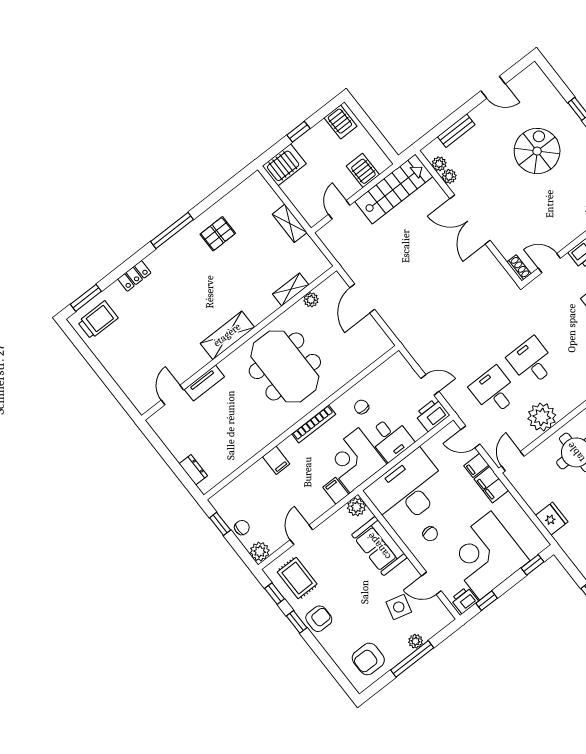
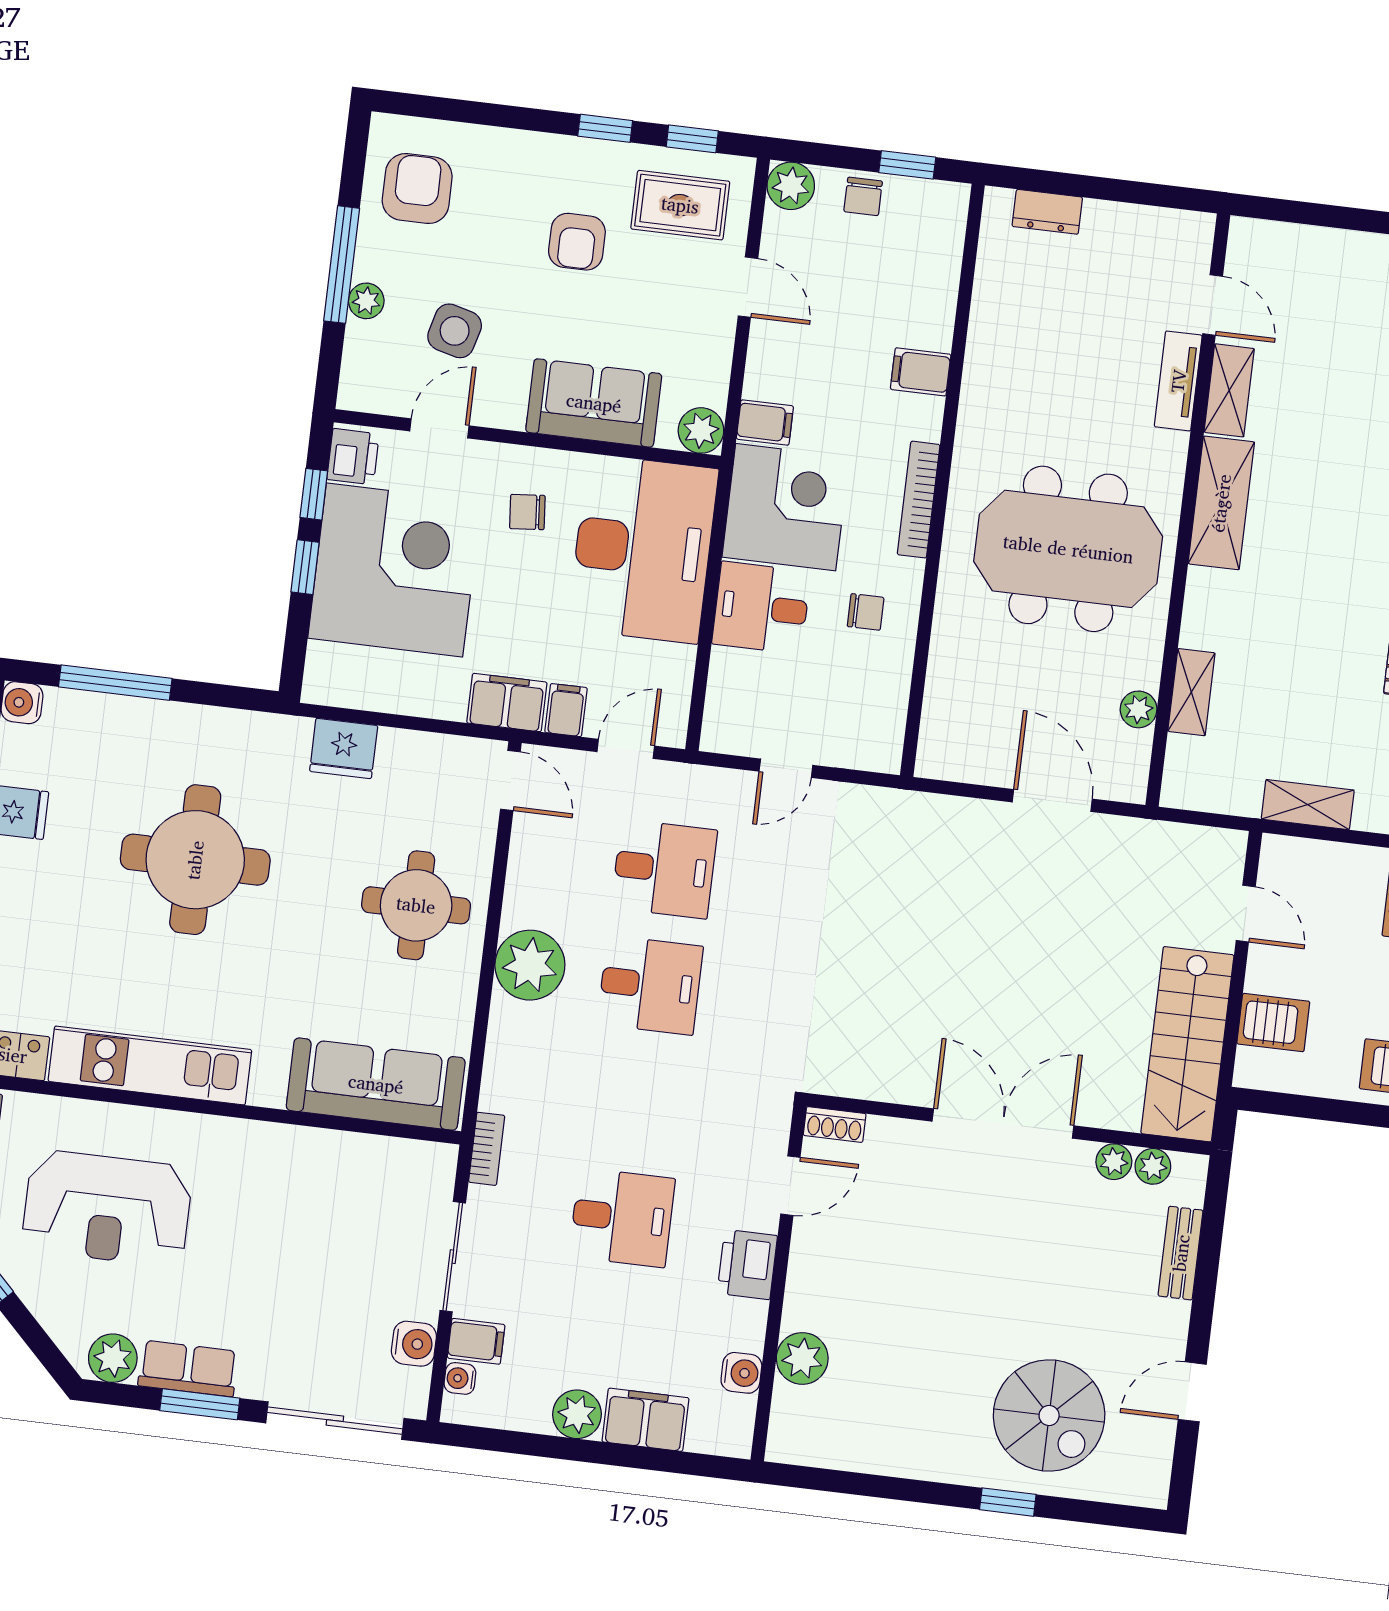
spiral stairs: (537, 151) -> (1049, 1415), moved
shelving: (192, 366) -> (1229, 390), added
printer: (432, 415) -> (730, 721), removed
plant: (542, 417) -> (530, 965), moved
window: (532, 565) -> (305, 567), moved
armchair: (319, 619) -> (577, 242), moved

